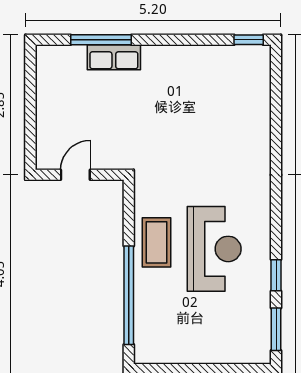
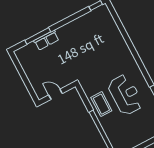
door: (75, 175) -> (56, 94), hinge flipped

